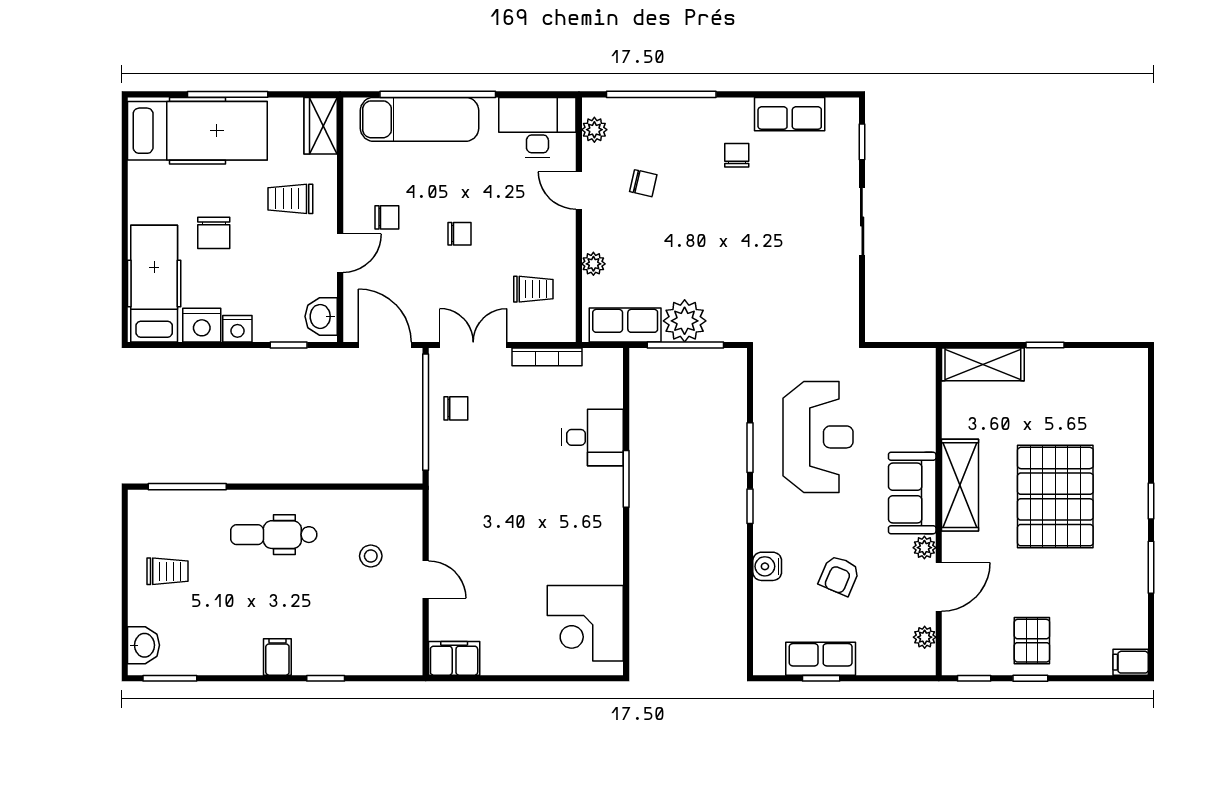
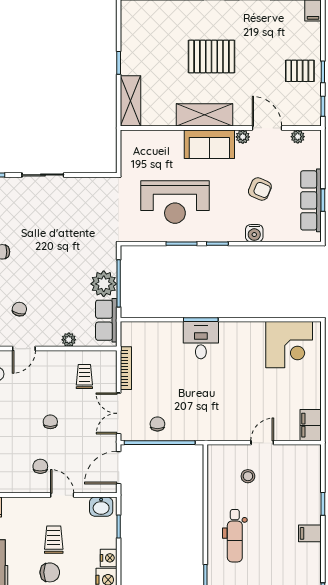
trolley: (290, 199) -> (54, 540), moved, turned 180
desk: (593, 437) -> (201, 340), moved
reception desk: (818, 437) -> (175, 202), turned 180
pallet: (1055, 497) -> (211, 56), width x0.73, depth x0.71
row of seats: (821, 659) -> (311, 200), width x1.48

